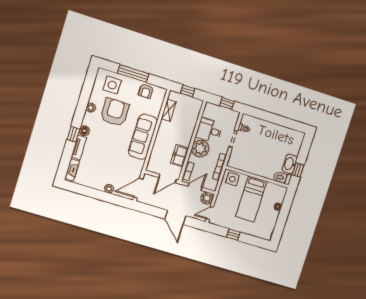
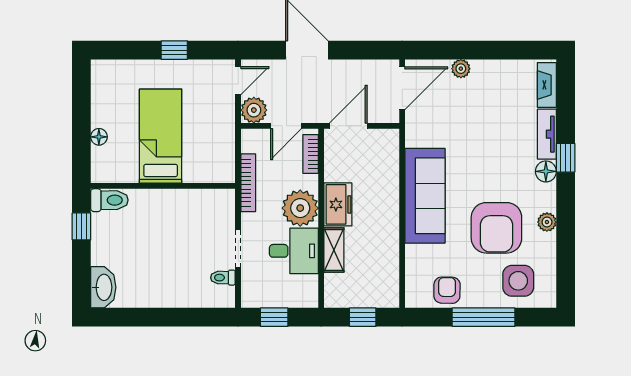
shelving: (169, 110) -> (334, 250), moved
freezer: (180, 156) -> (338, 204), moved
washbasin: (290, 164) -> (103, 287), moved
side table: (232, 179) -> (213, 166), removed

